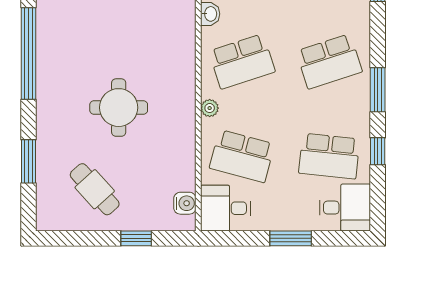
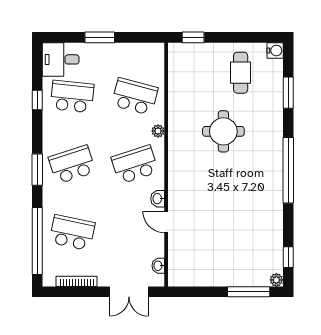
window: (378, 90) -> (37, 170), moved
cafe table: (95, 189) -> (241, 73), turned 42
water cooler: (185, 203) -> (275, 50), moved, turned 180
desk: (225, 208) -> (147, 59), removed
window: (136, 238) -> (193, 37), moved

